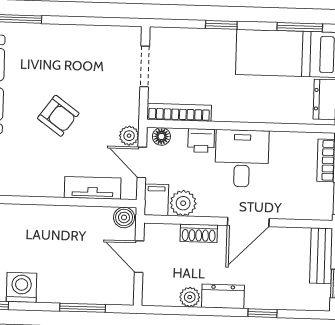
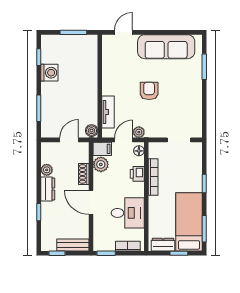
bookcase: (179, 112) -> (153, 177), moved
armchair: (58, 116) -> (149, 91), turned 144
desk: (242, 158) -> (128, 213), moved

